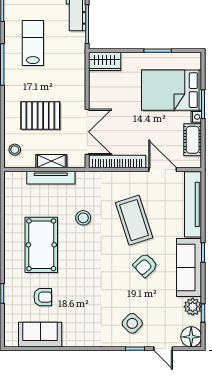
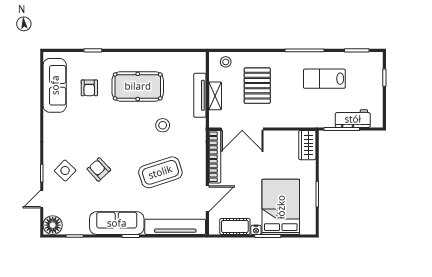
lab bench: (33, 43) -> (324, 79), turned 180
armchair: (145, 265) -> (99, 169), moved
plant: (193, 307) -> (80, 226), removed
sofa: (40, 335) -> (55, 85), width x1.36

